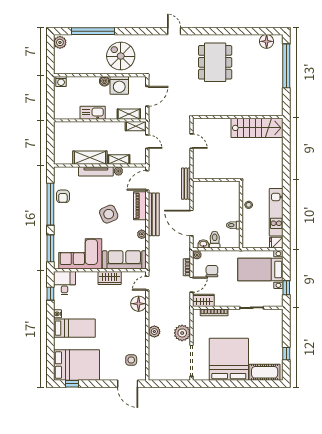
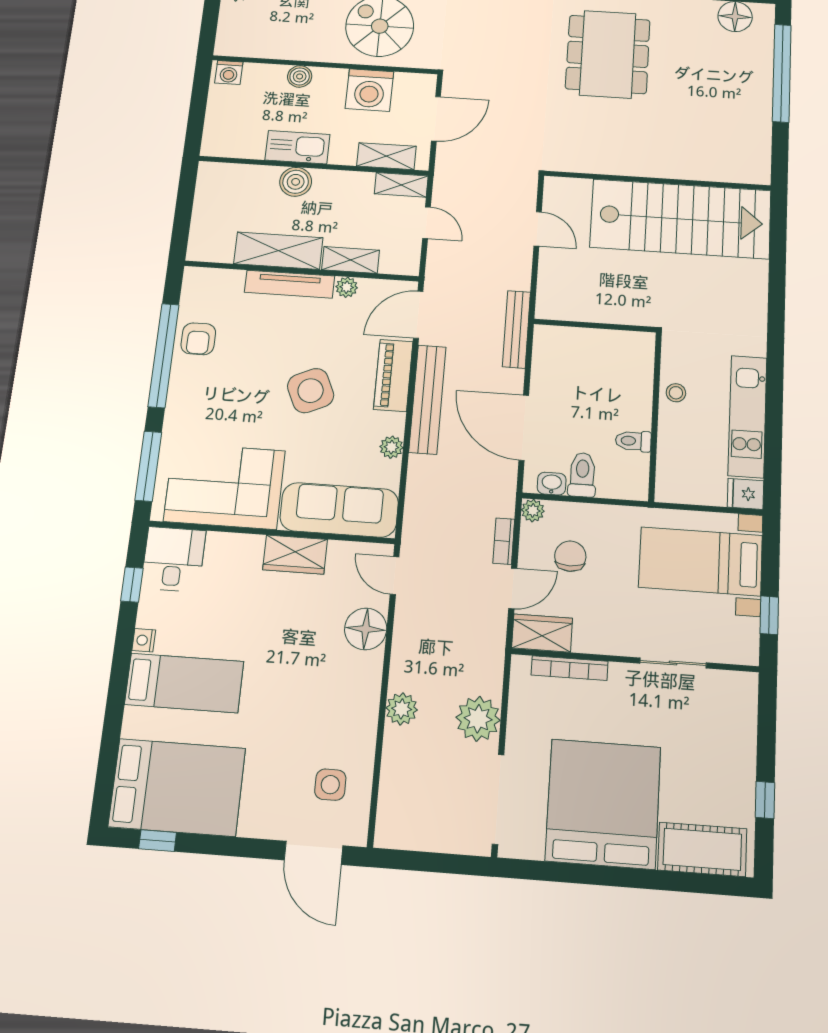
boiler: (104, 81) -> (300, 76), moved
boiler: (94, 128) -> (296, 182), added
stairs: (257, 128) -> (681, 219), width x1.36, depth x1.51
door: (147, 283) -> (395, 576), hinge flipped

